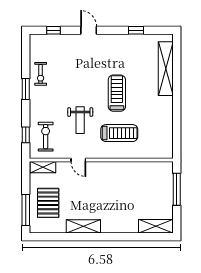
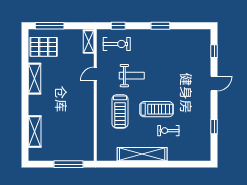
shelving: (166, 69) -> (142, 154), moved
exercise bike: (41, 74) -> (168, 131), moved
weight bench: (80, 120) -> (132, 76), turned 180
pallet: (48, 203) -> (44, 47), moved
shelving: (156, 226) -> (35, 132), moved

